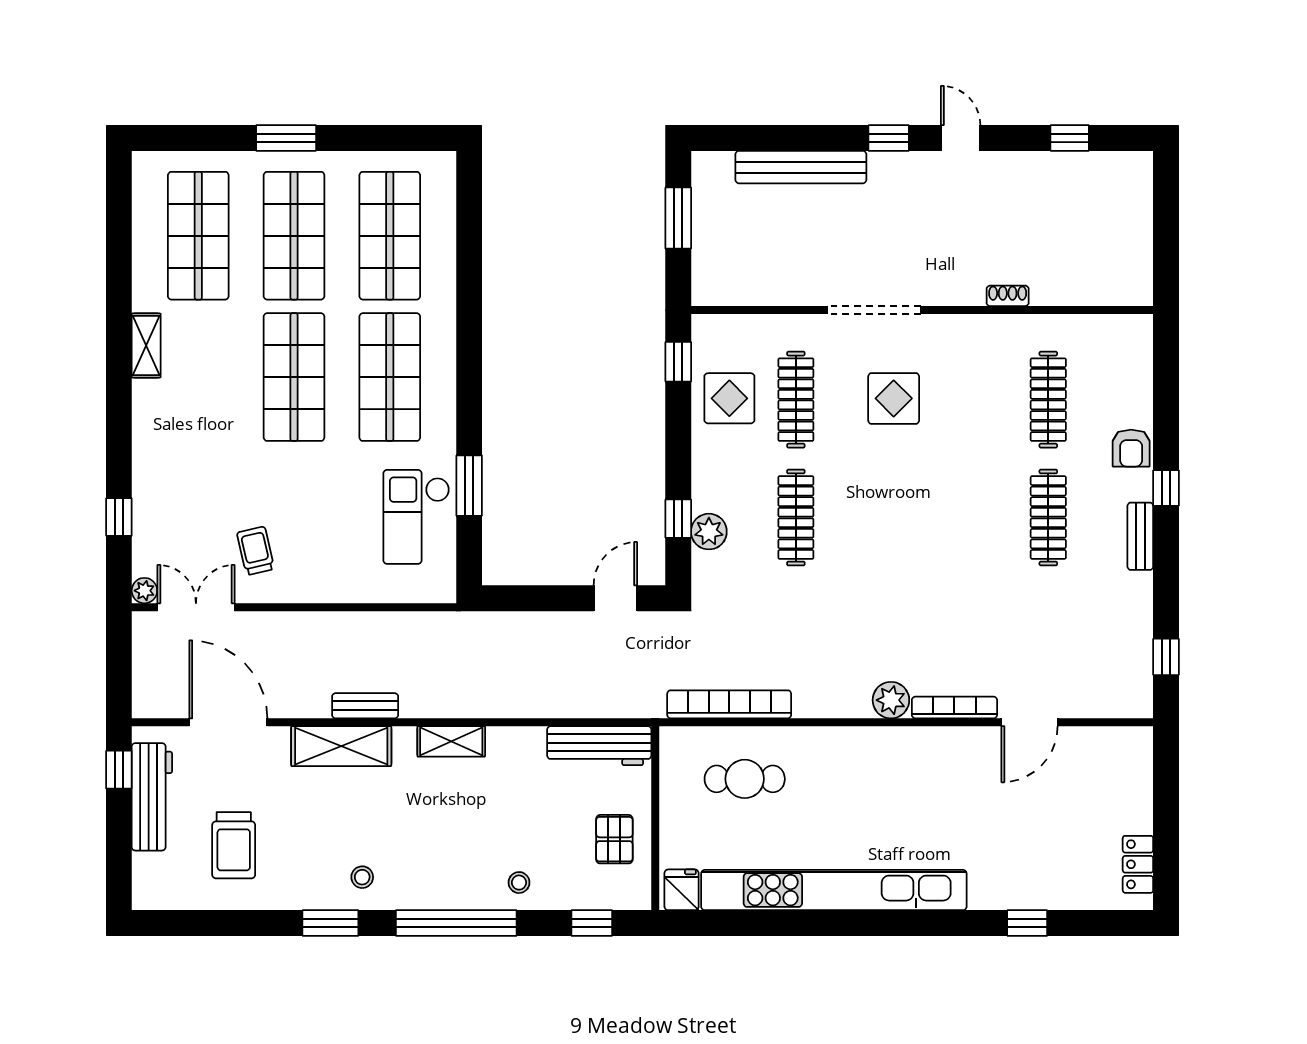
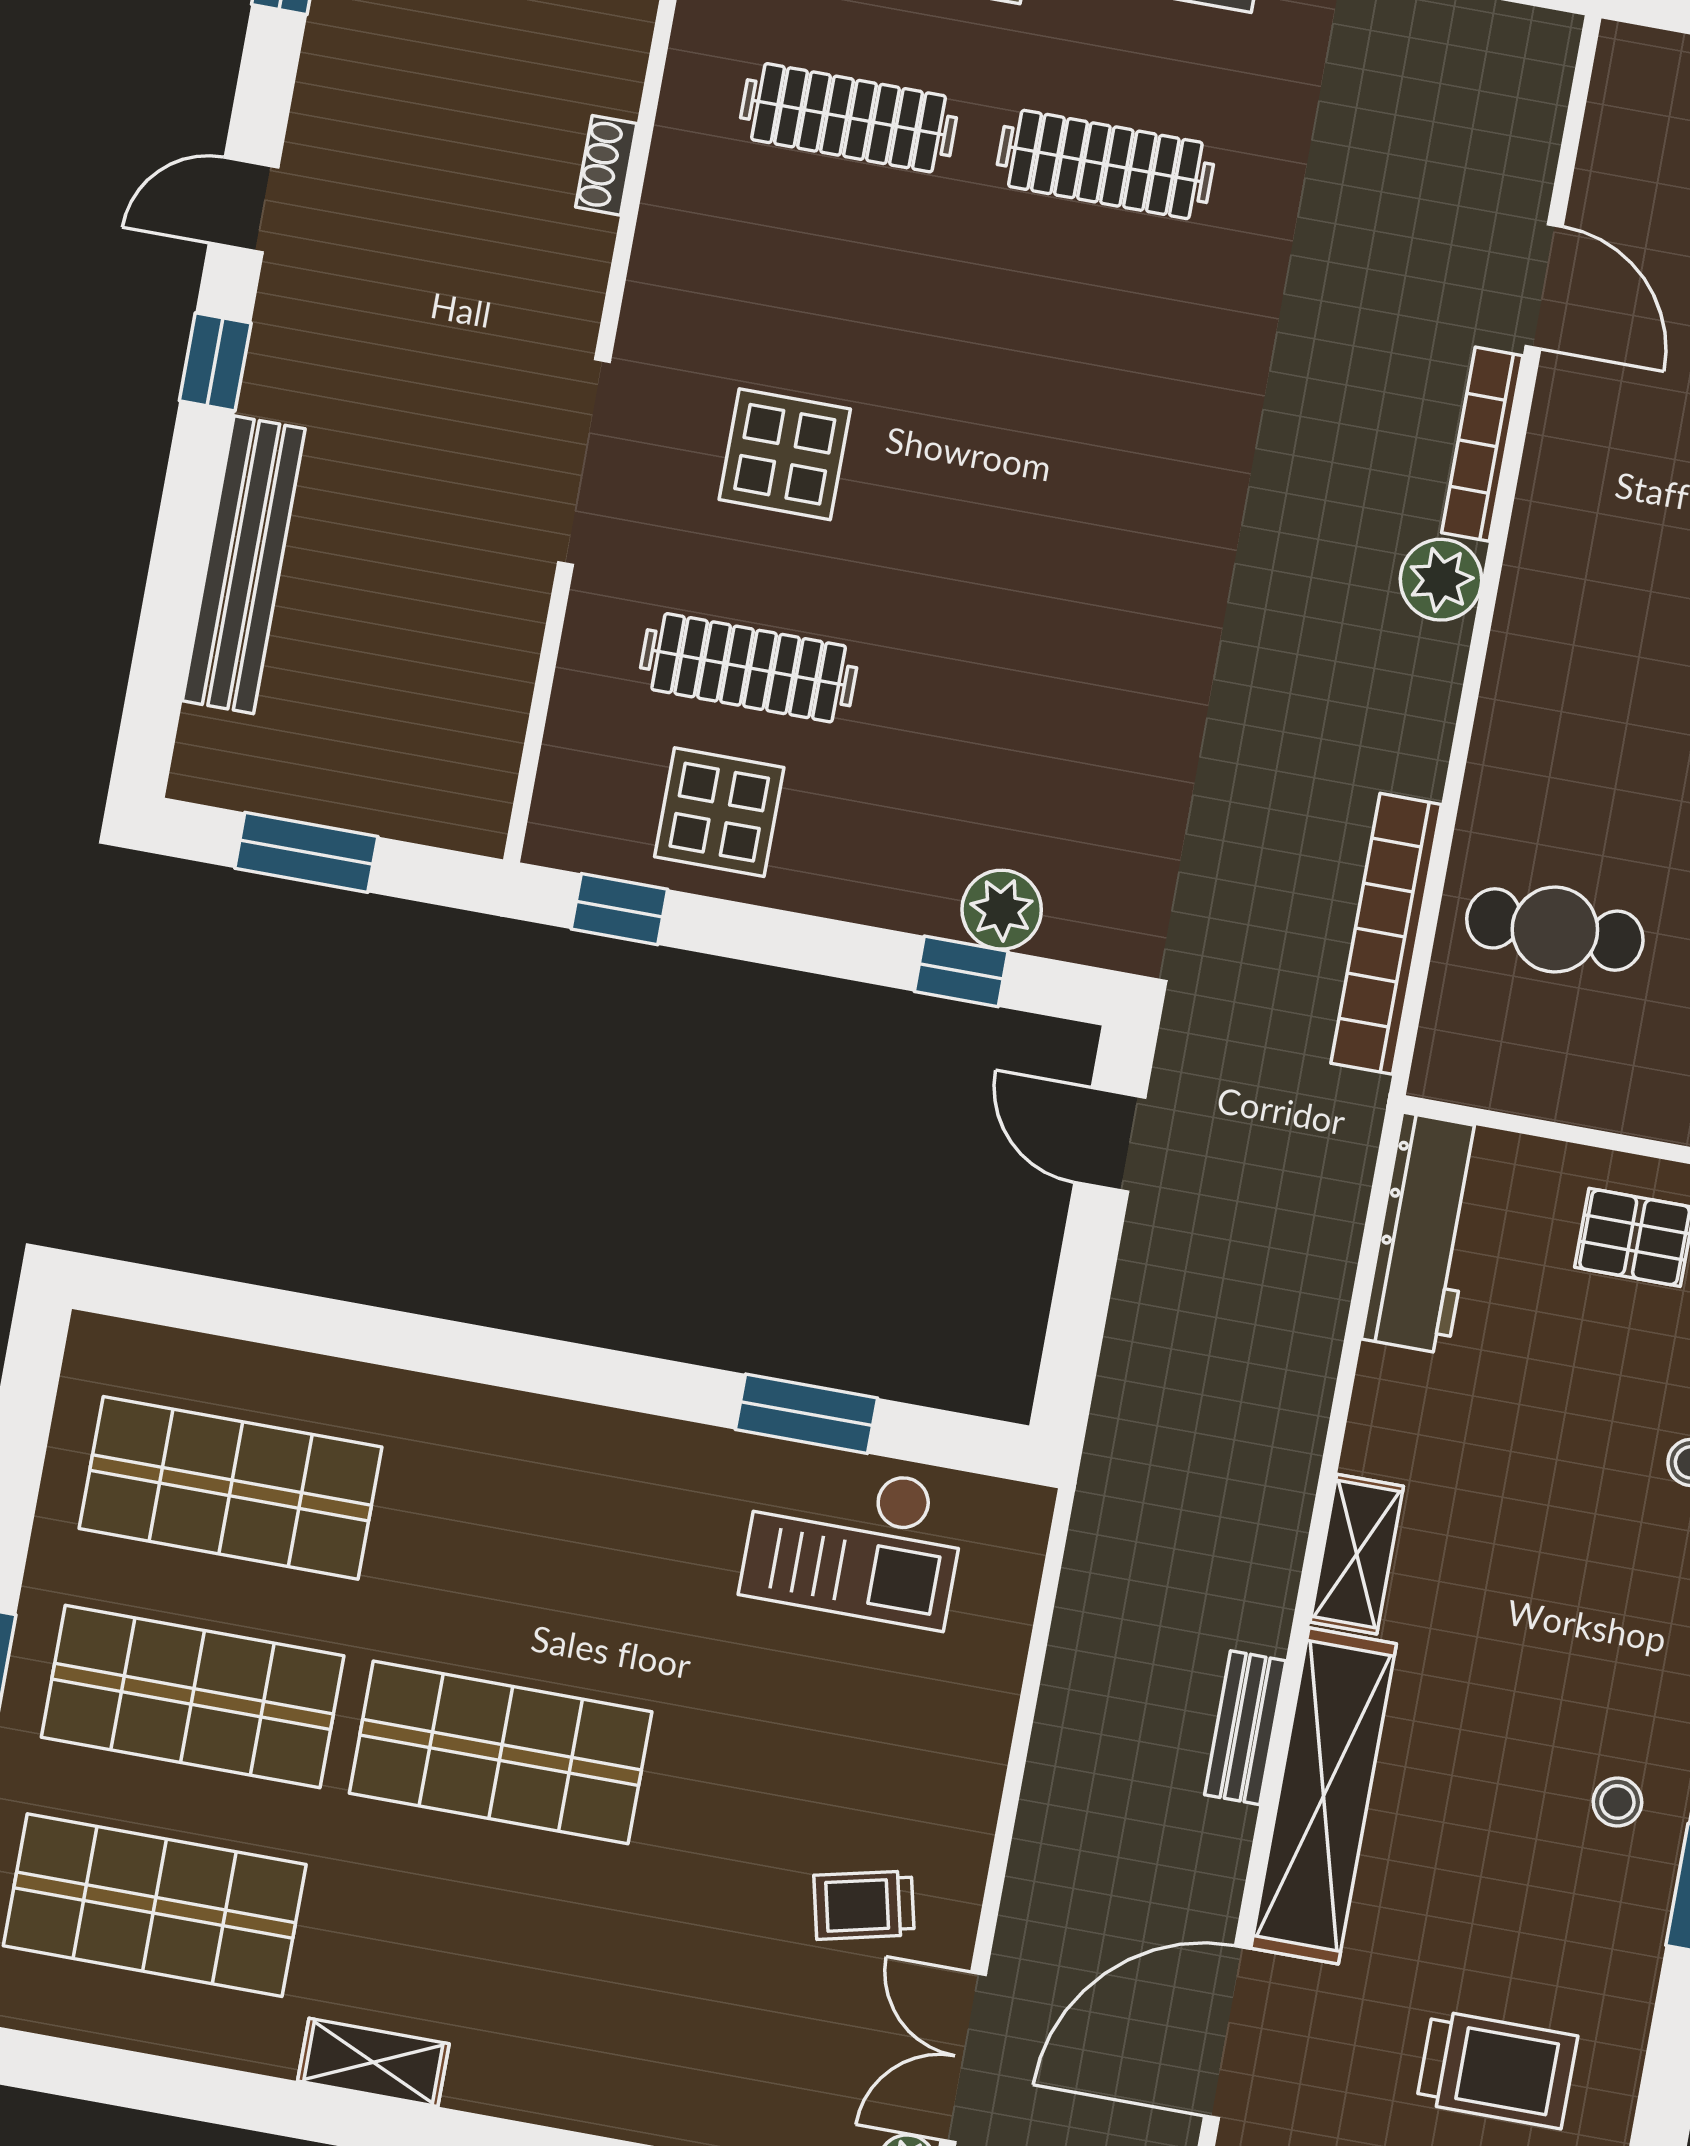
shop shelf: (390, 377) -> (539, 1544), removed
clothes rail: (796, 517) -> (1005, 714), removed
shelving: (341, 746) -> (1324, 1796), width x1.47
cafe table: (745, 779) -> (1555, 930), turned 90

